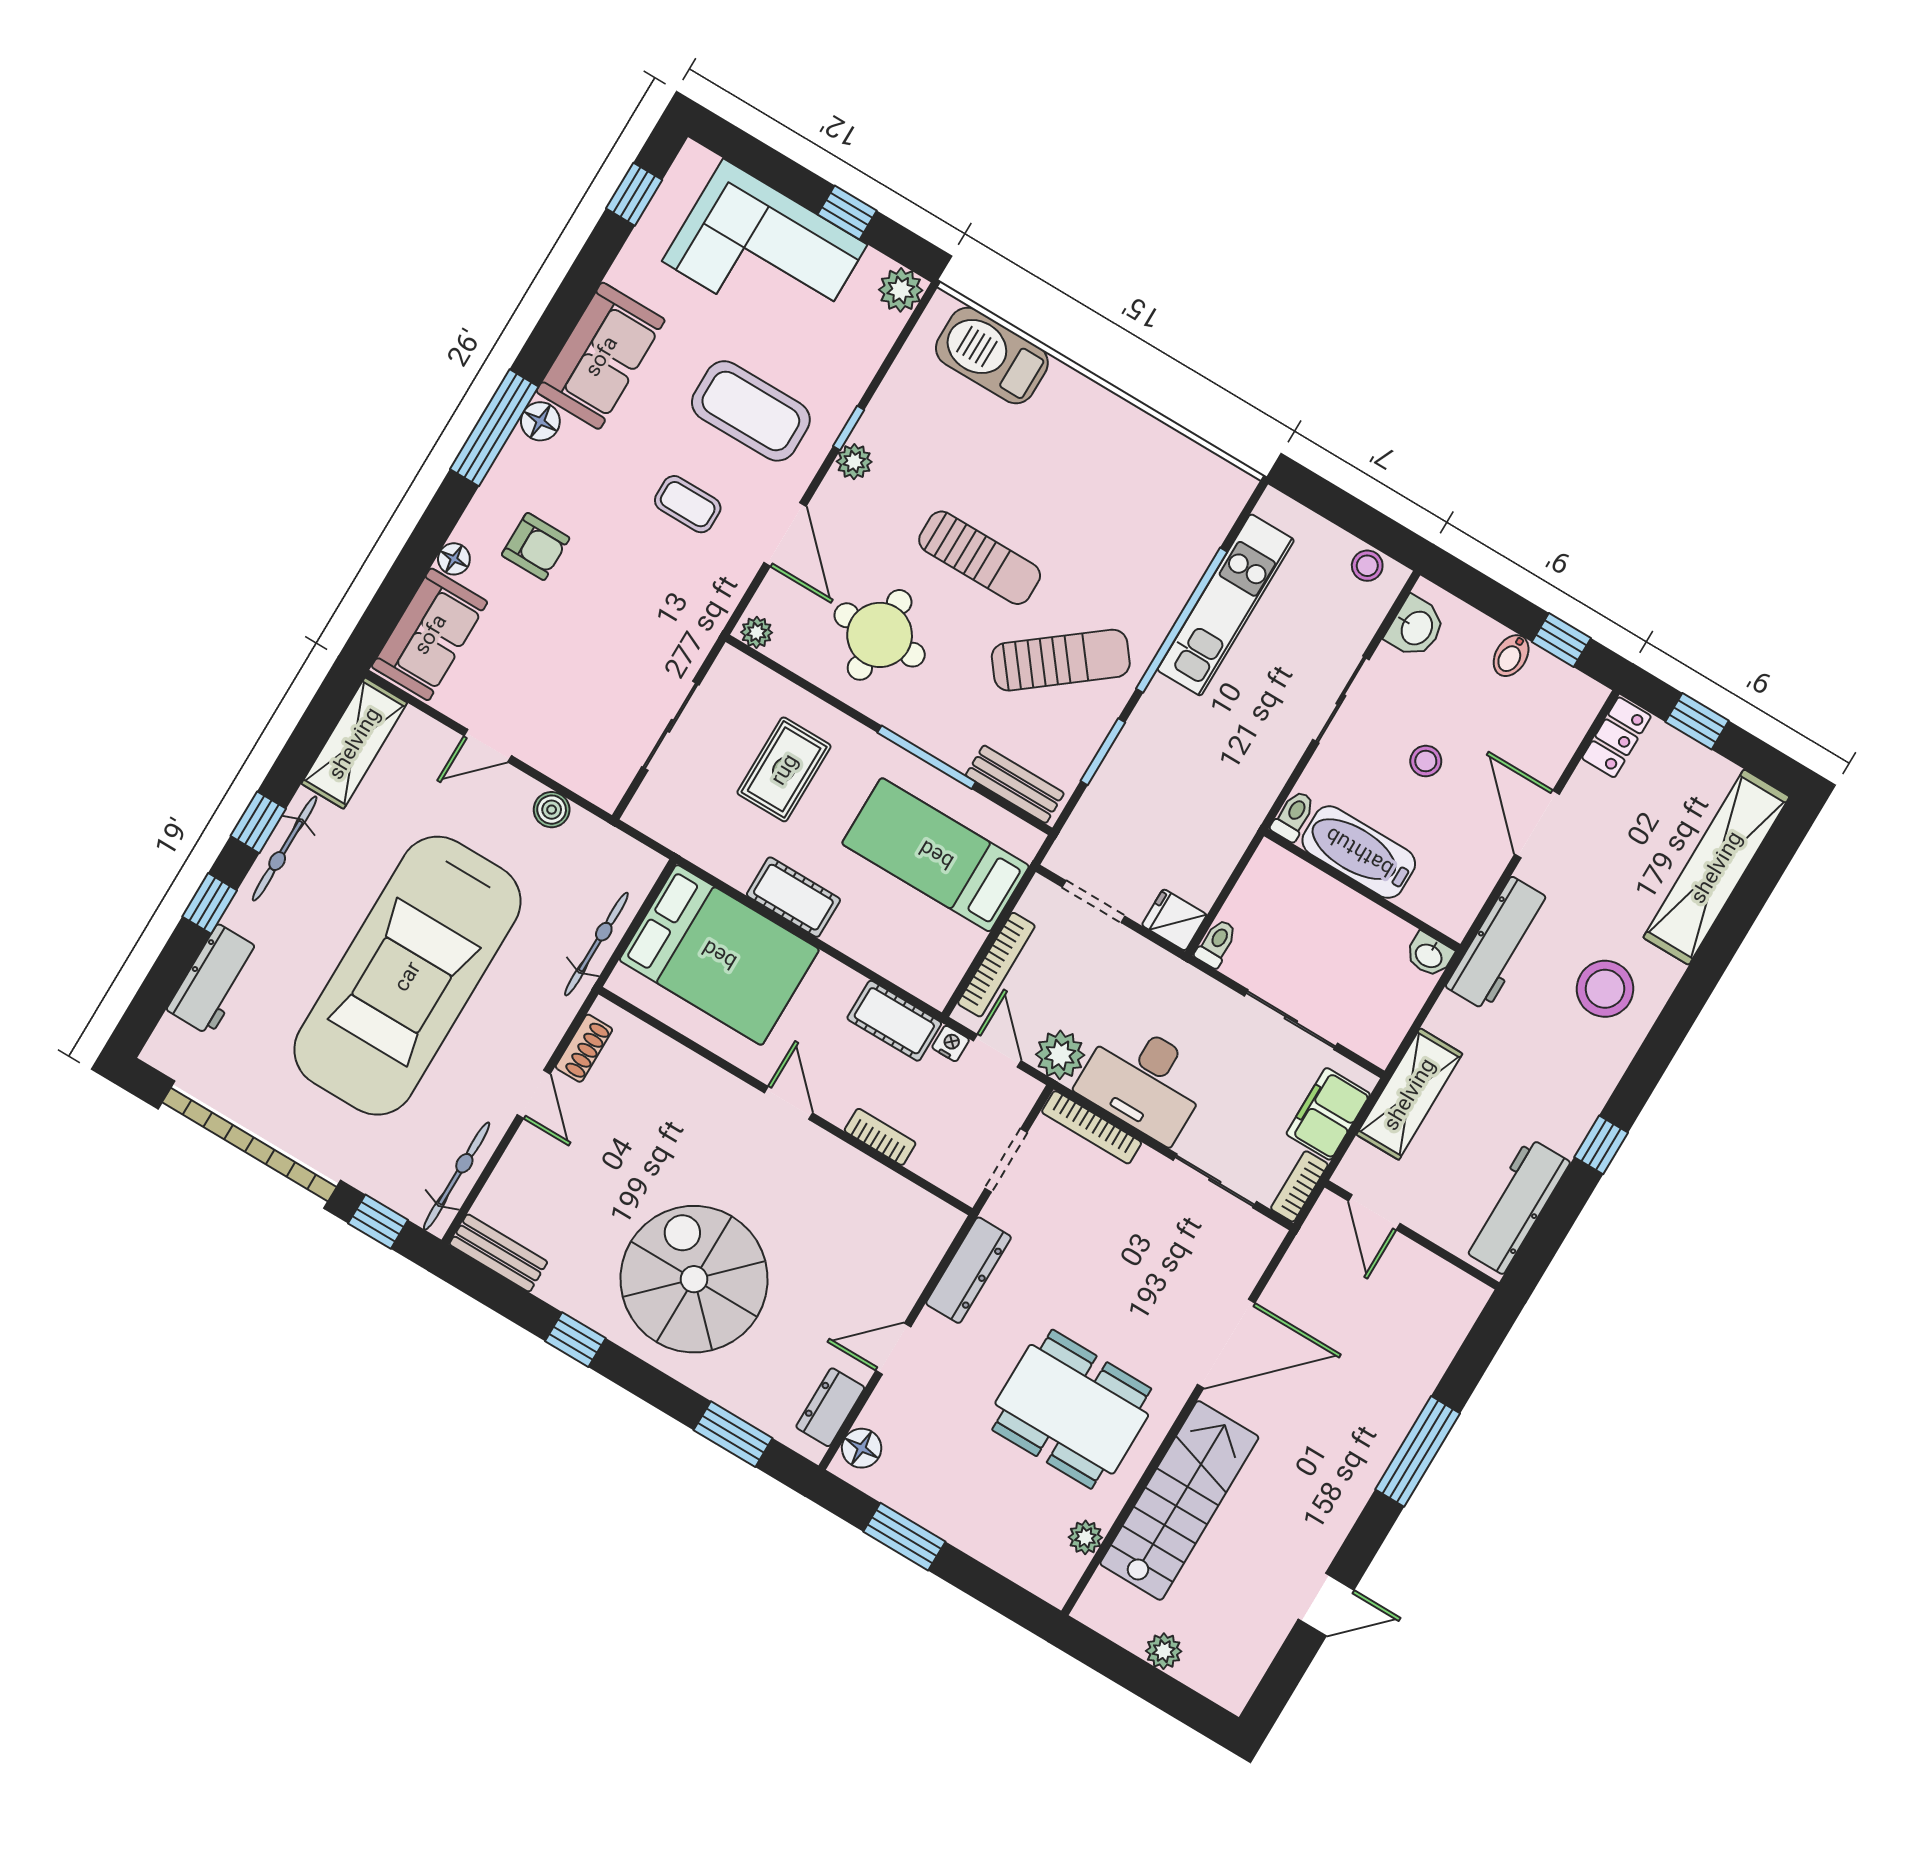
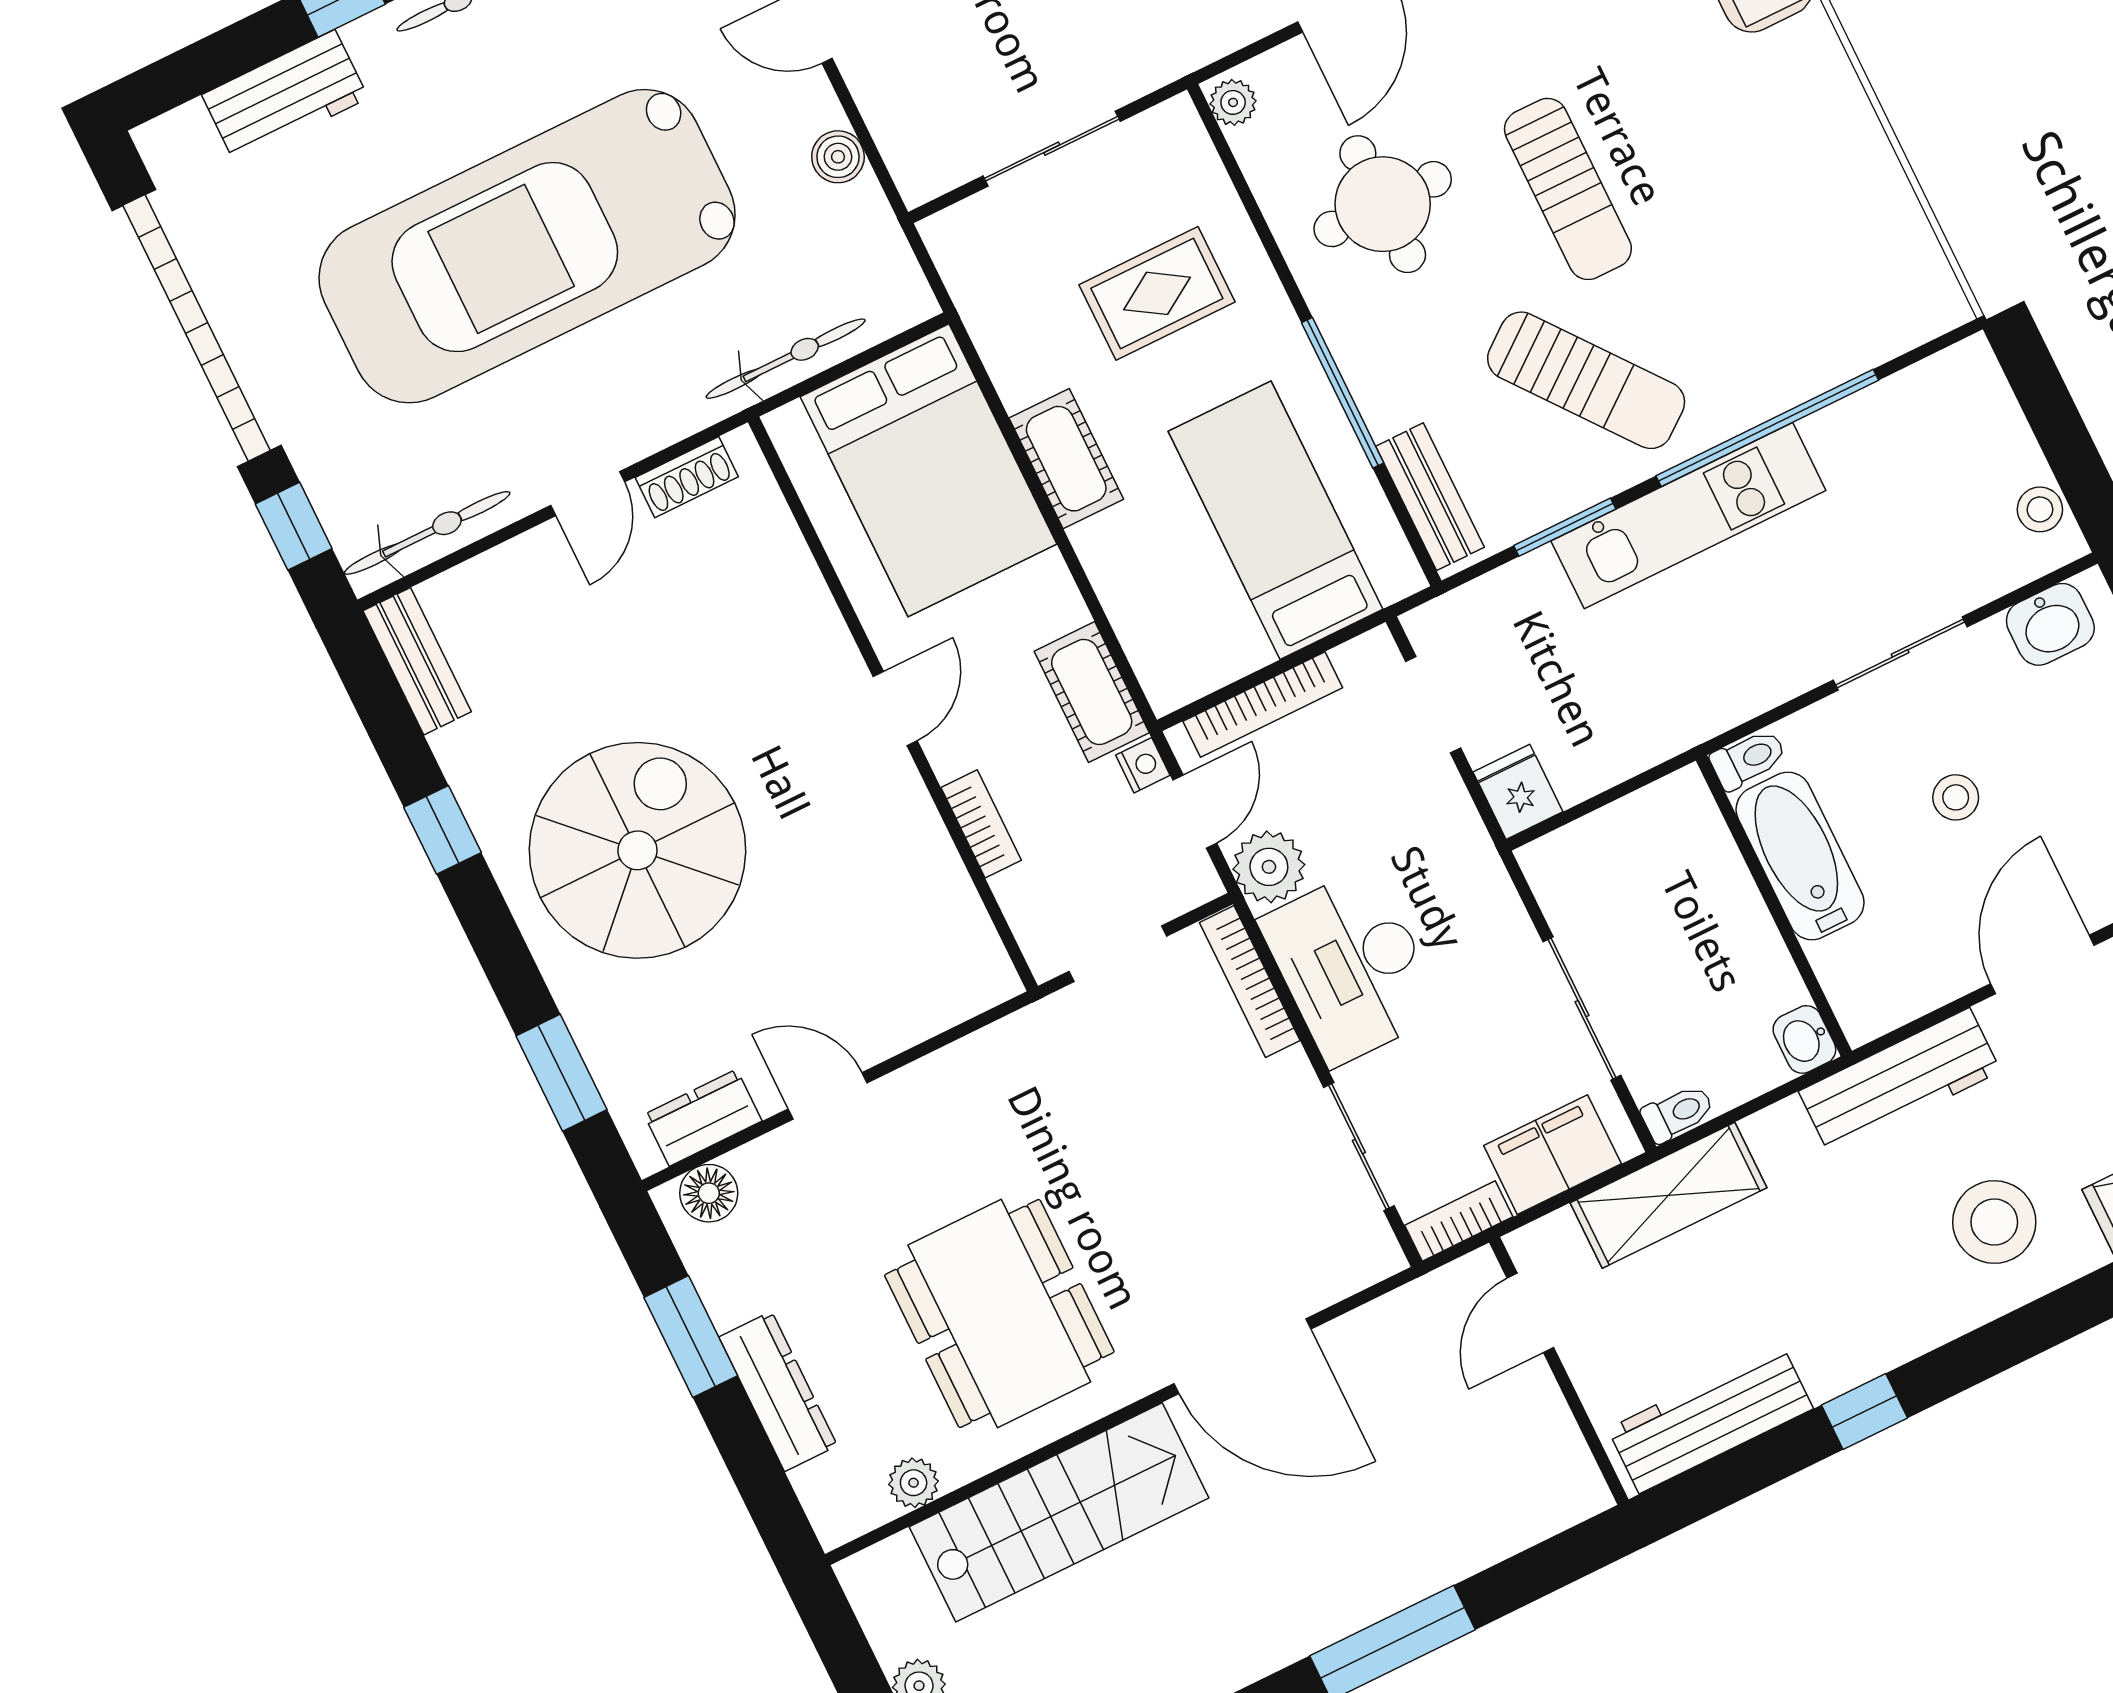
kitchen unit: (1226, 605) -> (1688, 516), moved
toilet: (1216, 943) -> (1678, 1113), moved
dresser: (968, 1270) -> (778, 1391), moved, turned -90

